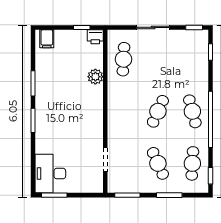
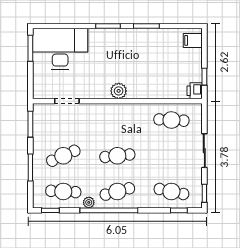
cafe table: (192, 59) -> (171, 191), added
plant: (95, 77) -> (119, 91), moved
cafe table: (158, 111) -> (117, 156), turned -30
plant: (203, 139) -> (89, 202), added
desk: (50, 174) -> (60, 49), width x1.36, depth x1.30

